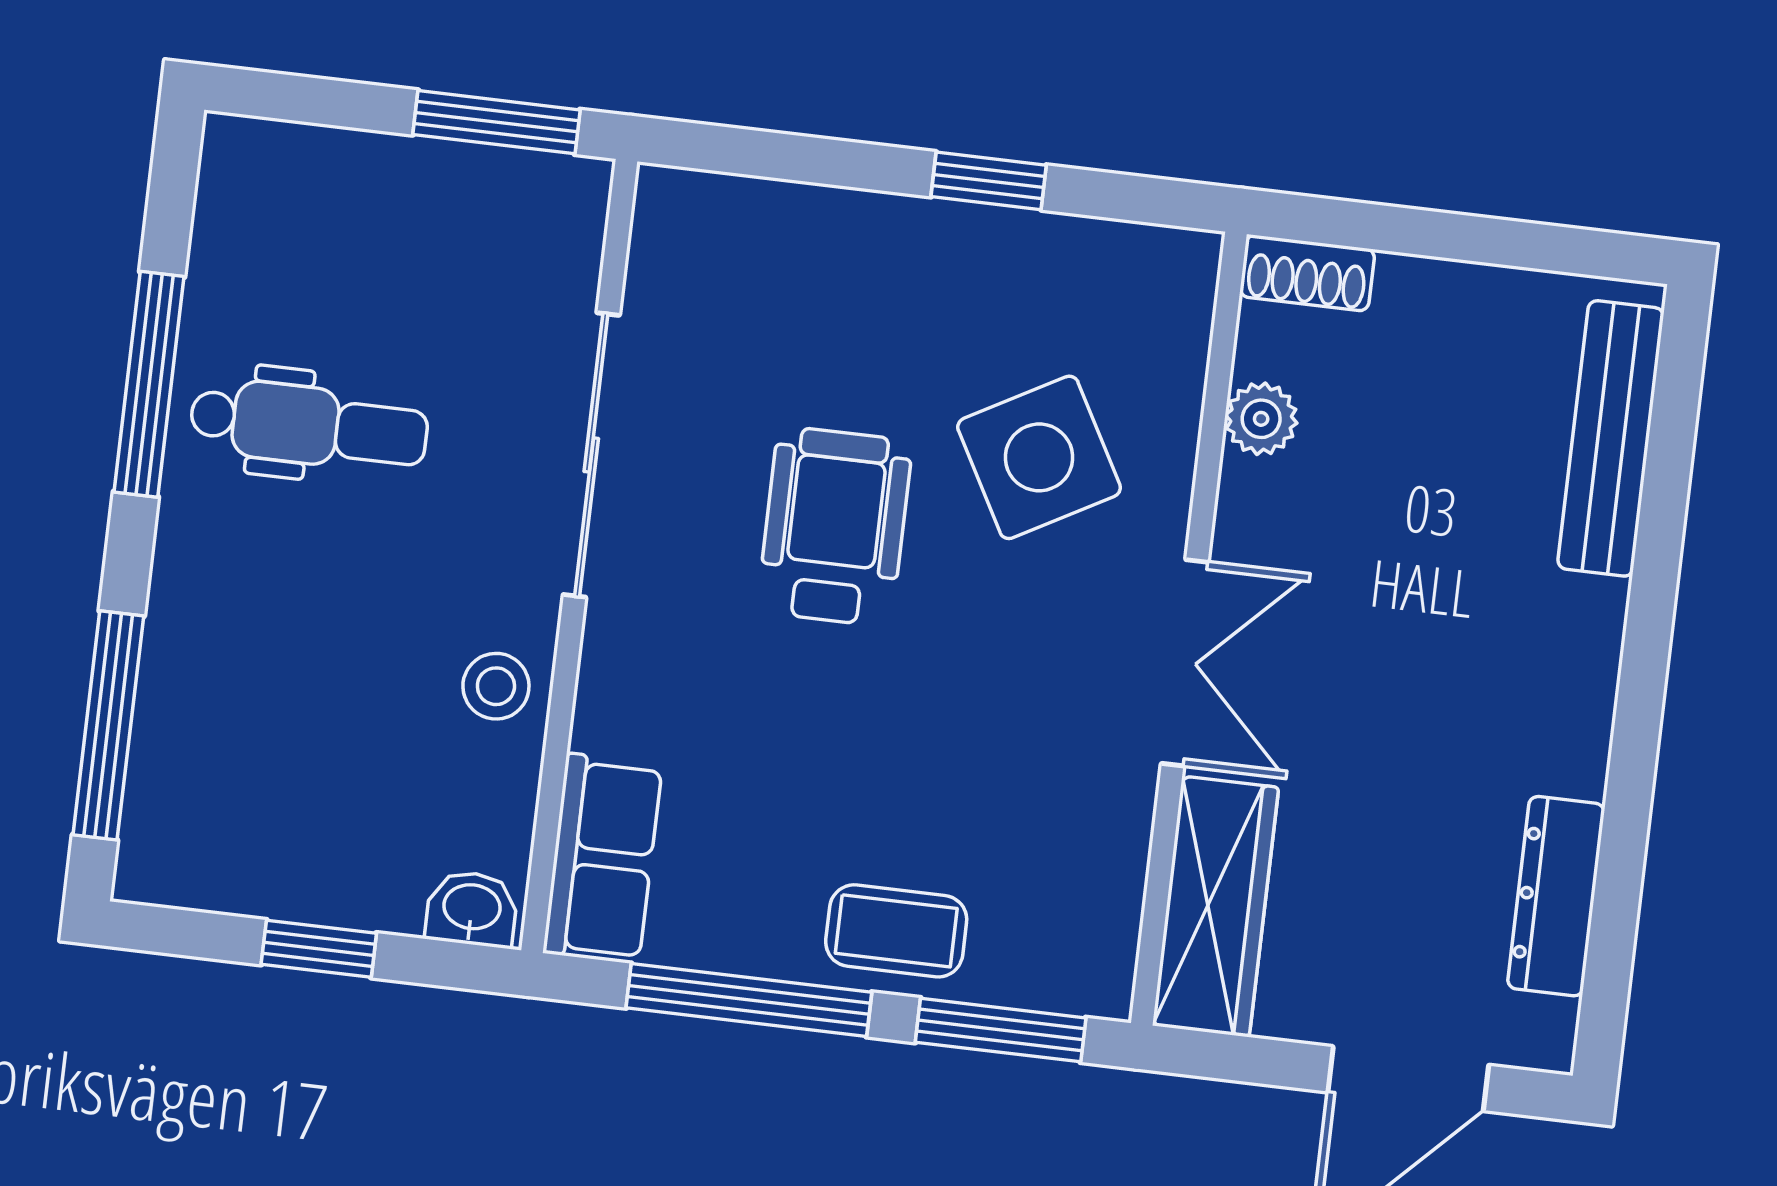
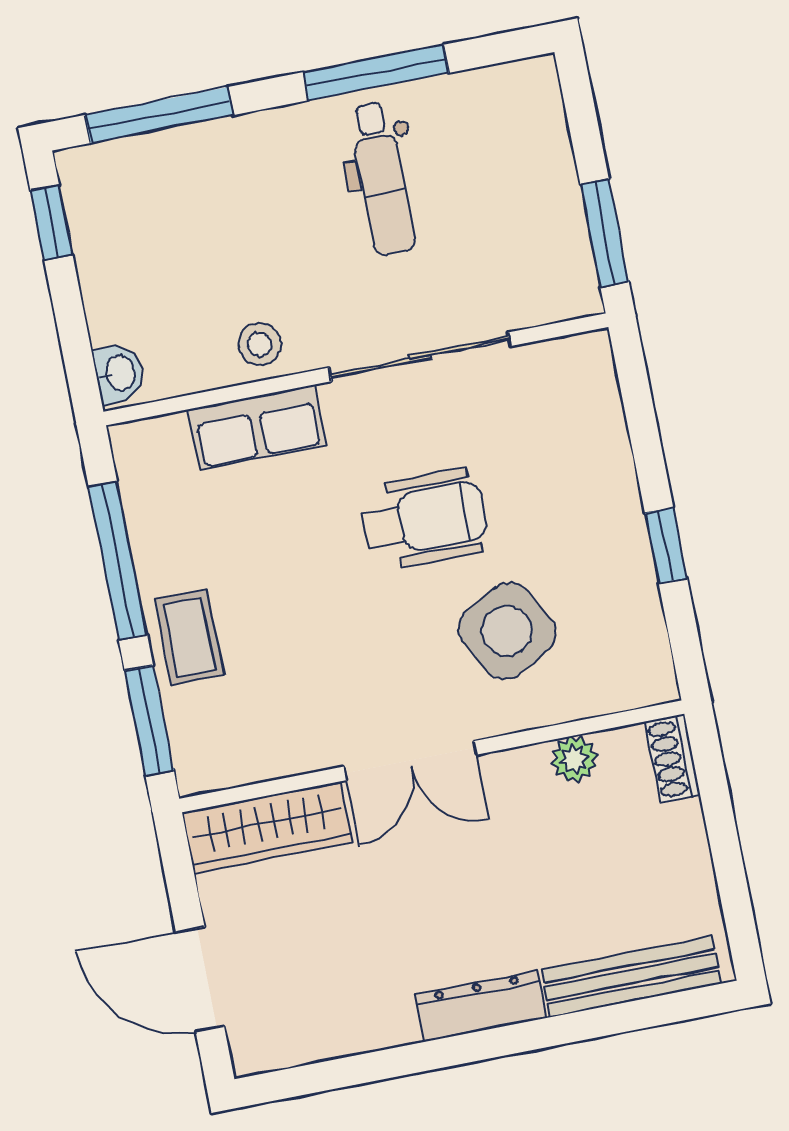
row of seats: (603, 858) -> (257, 427), moved
dresser: (1556, 896) -> (480, 1006), moved
window: (319, 949) -> (52, 223), moved

